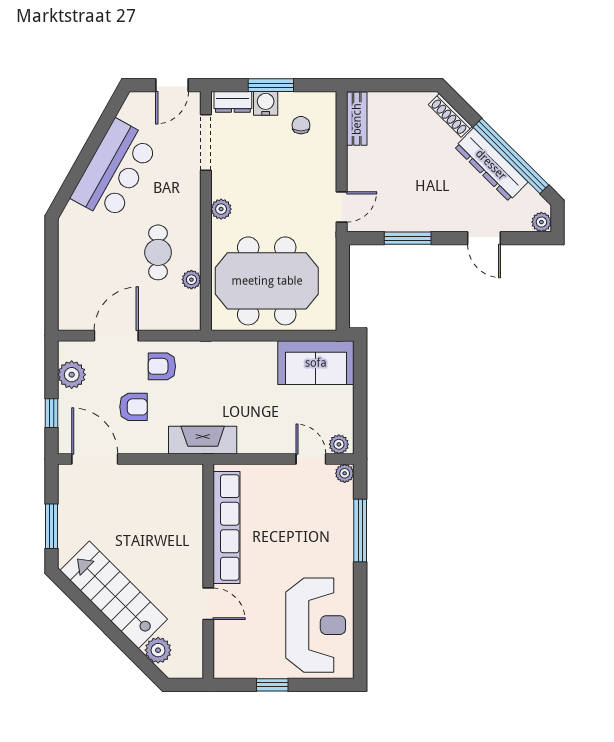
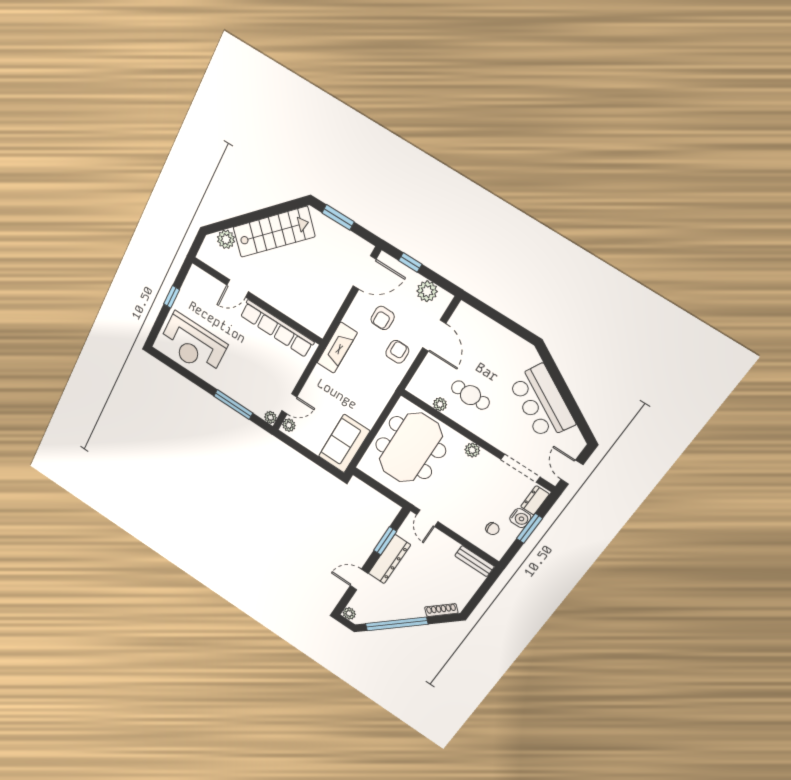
dresser: (491, 165) -> (389, 559), moved, turned 135

